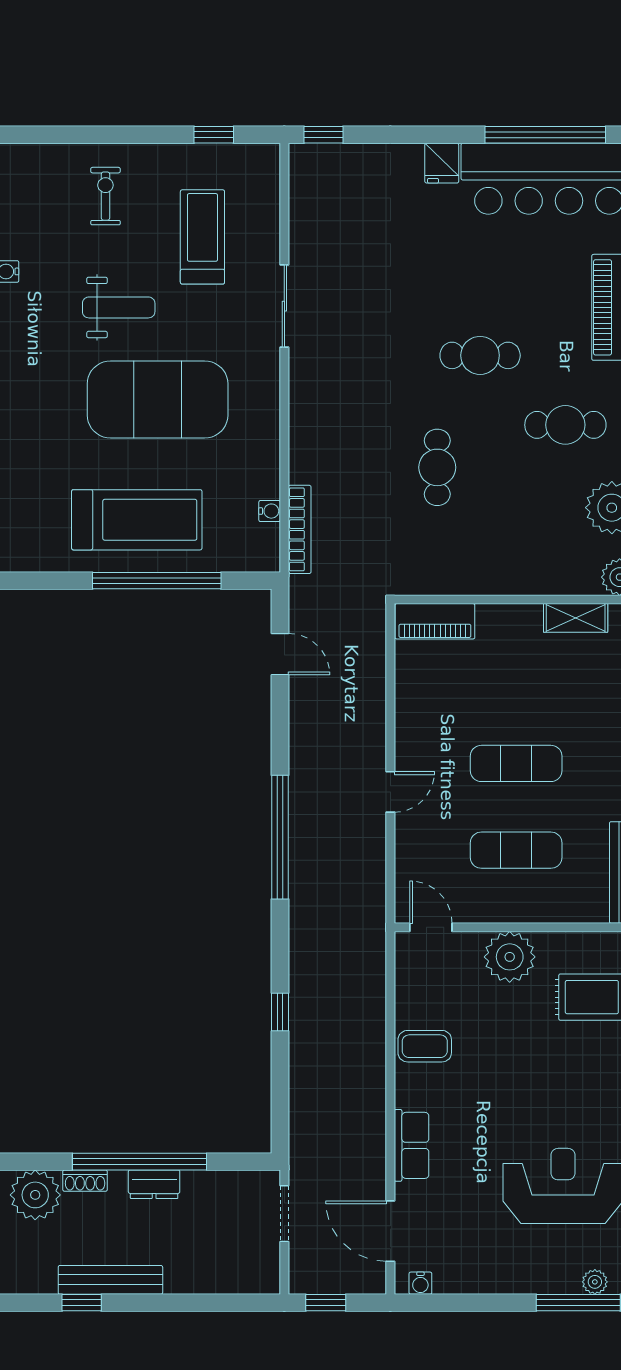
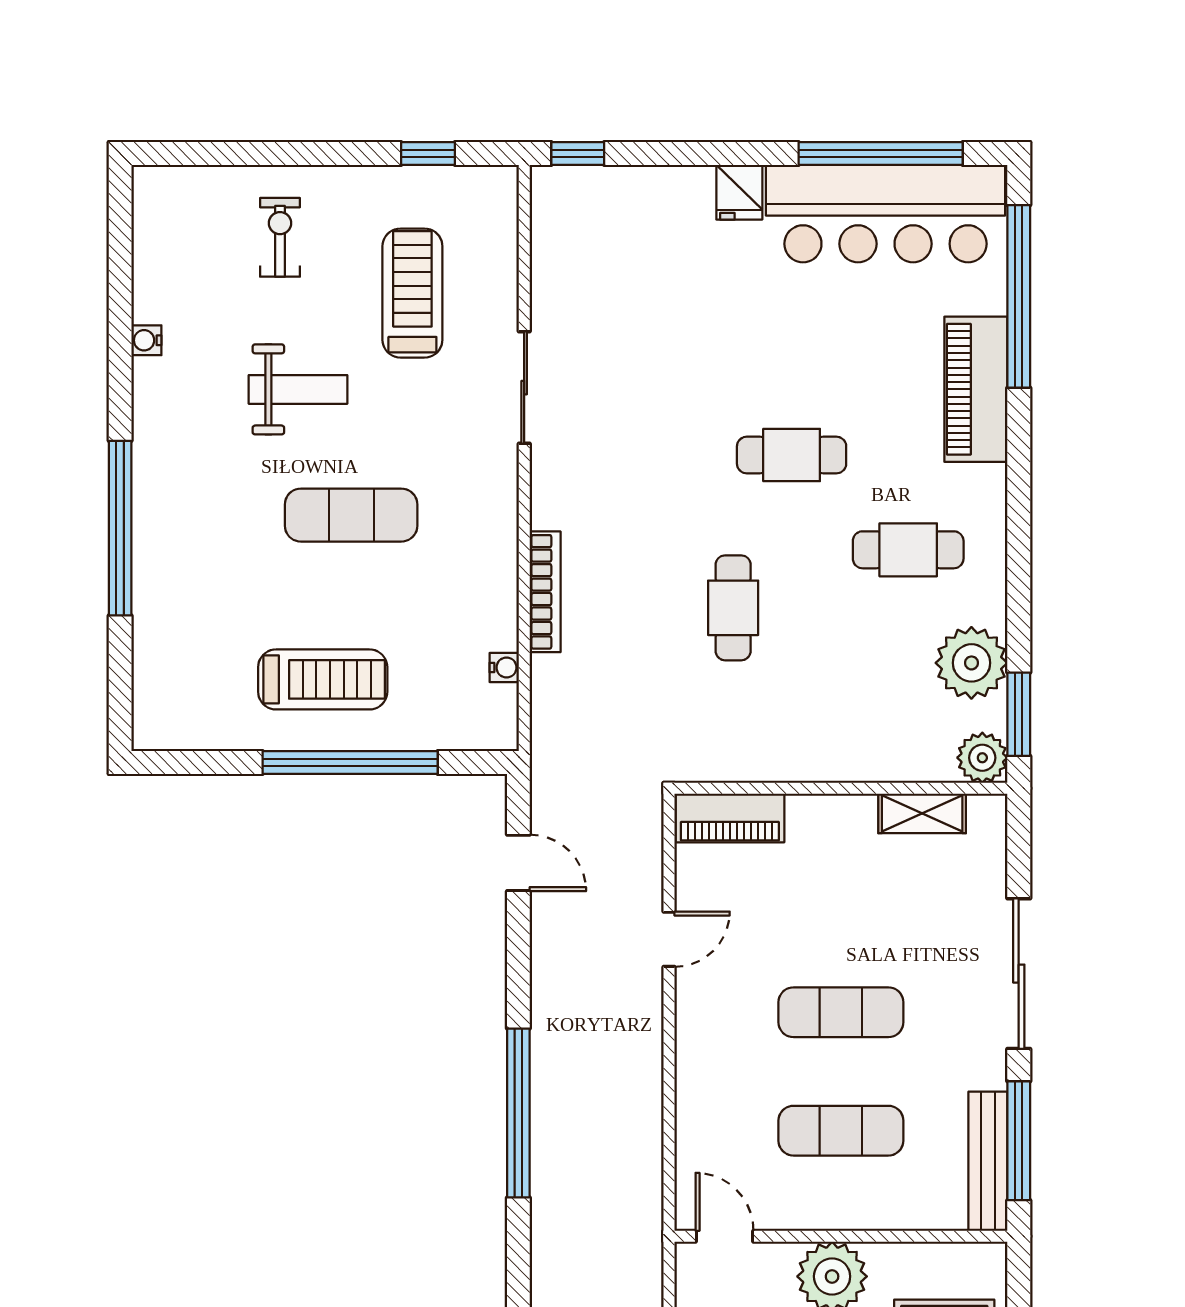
exercise mat: (158, 399) -> (351, 515), width x0.50, depth x0.69
treadmill: (137, 520) -> (323, 679), width x0.73, depth x0.73
bookcase: (300, 529) -> (545, 592), moved
door: (390, 792) -> (669, 939), moved

